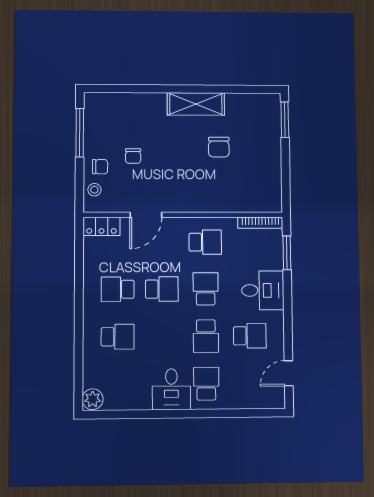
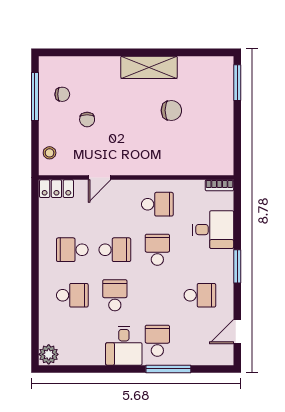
chair: (219, 147) -> (171, 110), turned -90
chair: (100, 167) -> (62, 94), moved
door: (146, 215) -> (100, 177), width x0.73
bookcase: (260, 223) -> (219, 185), width x0.64
window: (287, 253) -> (237, 266), moved
desk: (263, 290) -> (213, 230), moved
school desk: (206, 336) -> (115, 295), moved, turned 180
window: (218, 413) -> (168, 369), added

